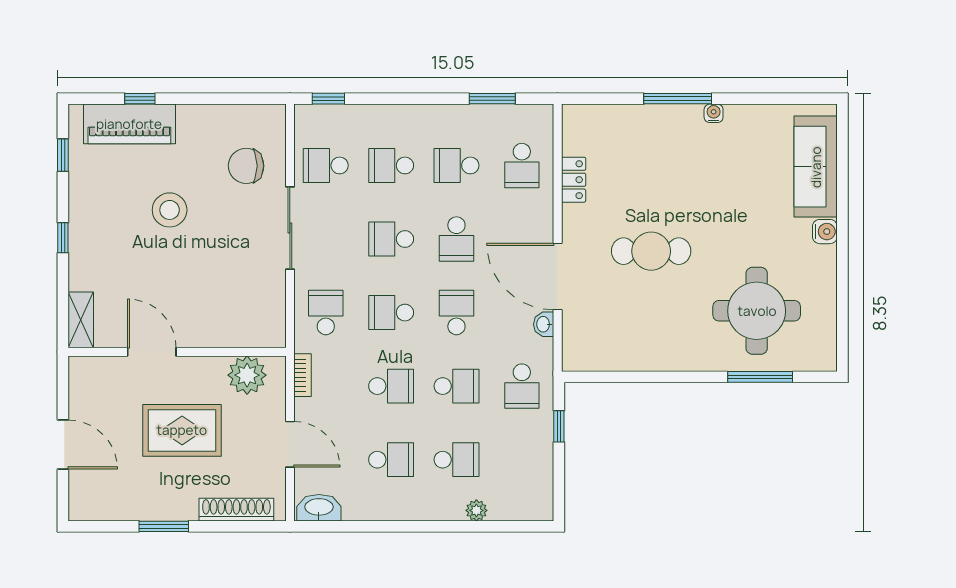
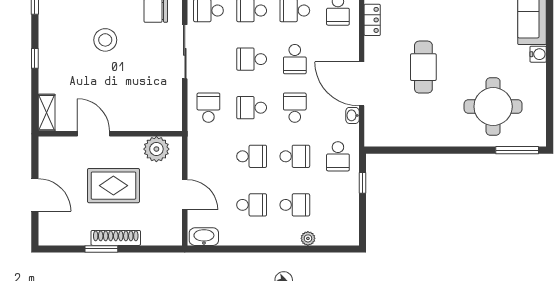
cafe table: (651, 251) -> (423, 67), turned 90
bookcase: (303, 375) -> (193, 149), removed
window: (760, 377) -> (517, 150), moved
shoe rack: (236, 510) -> (116, 238), moved

